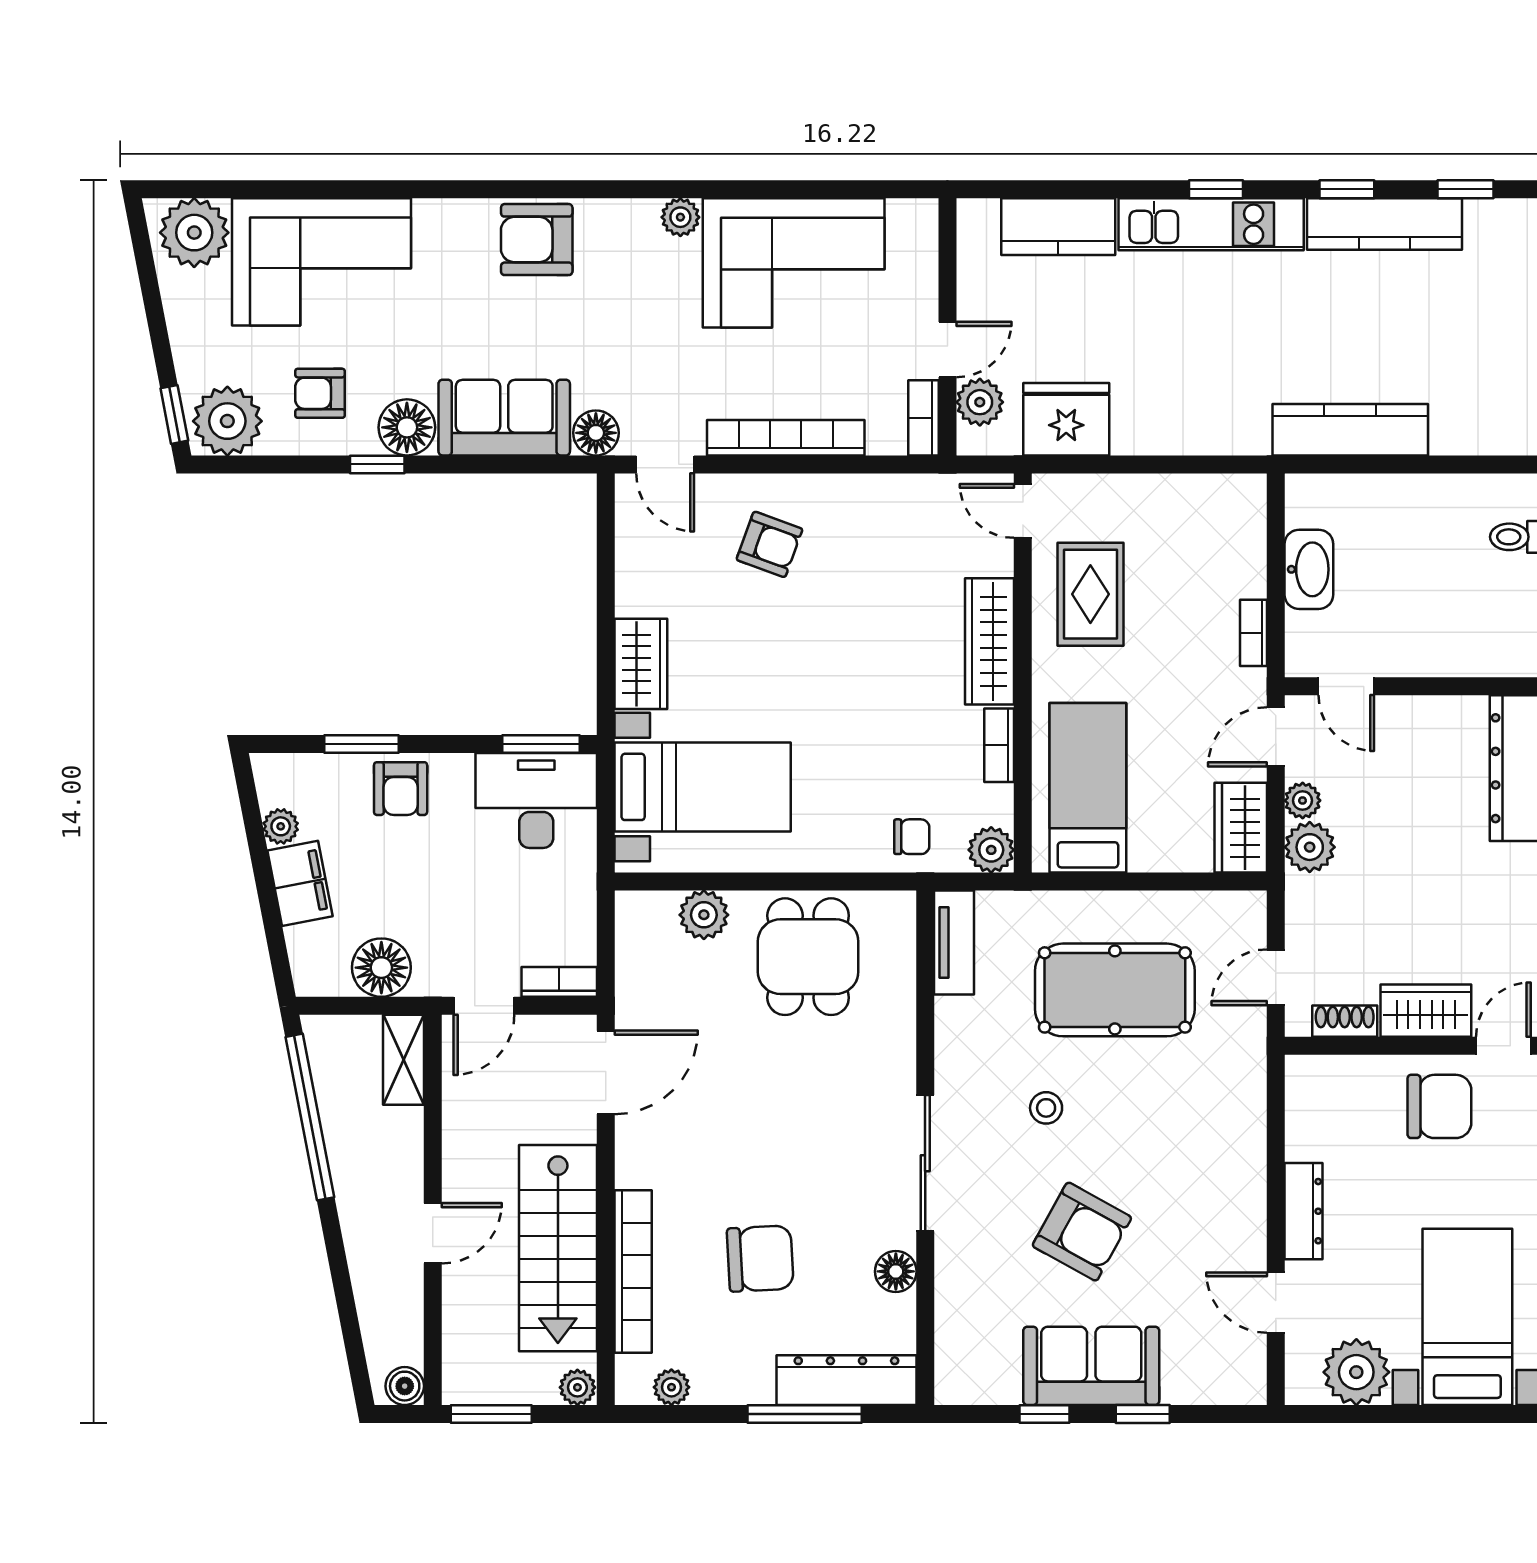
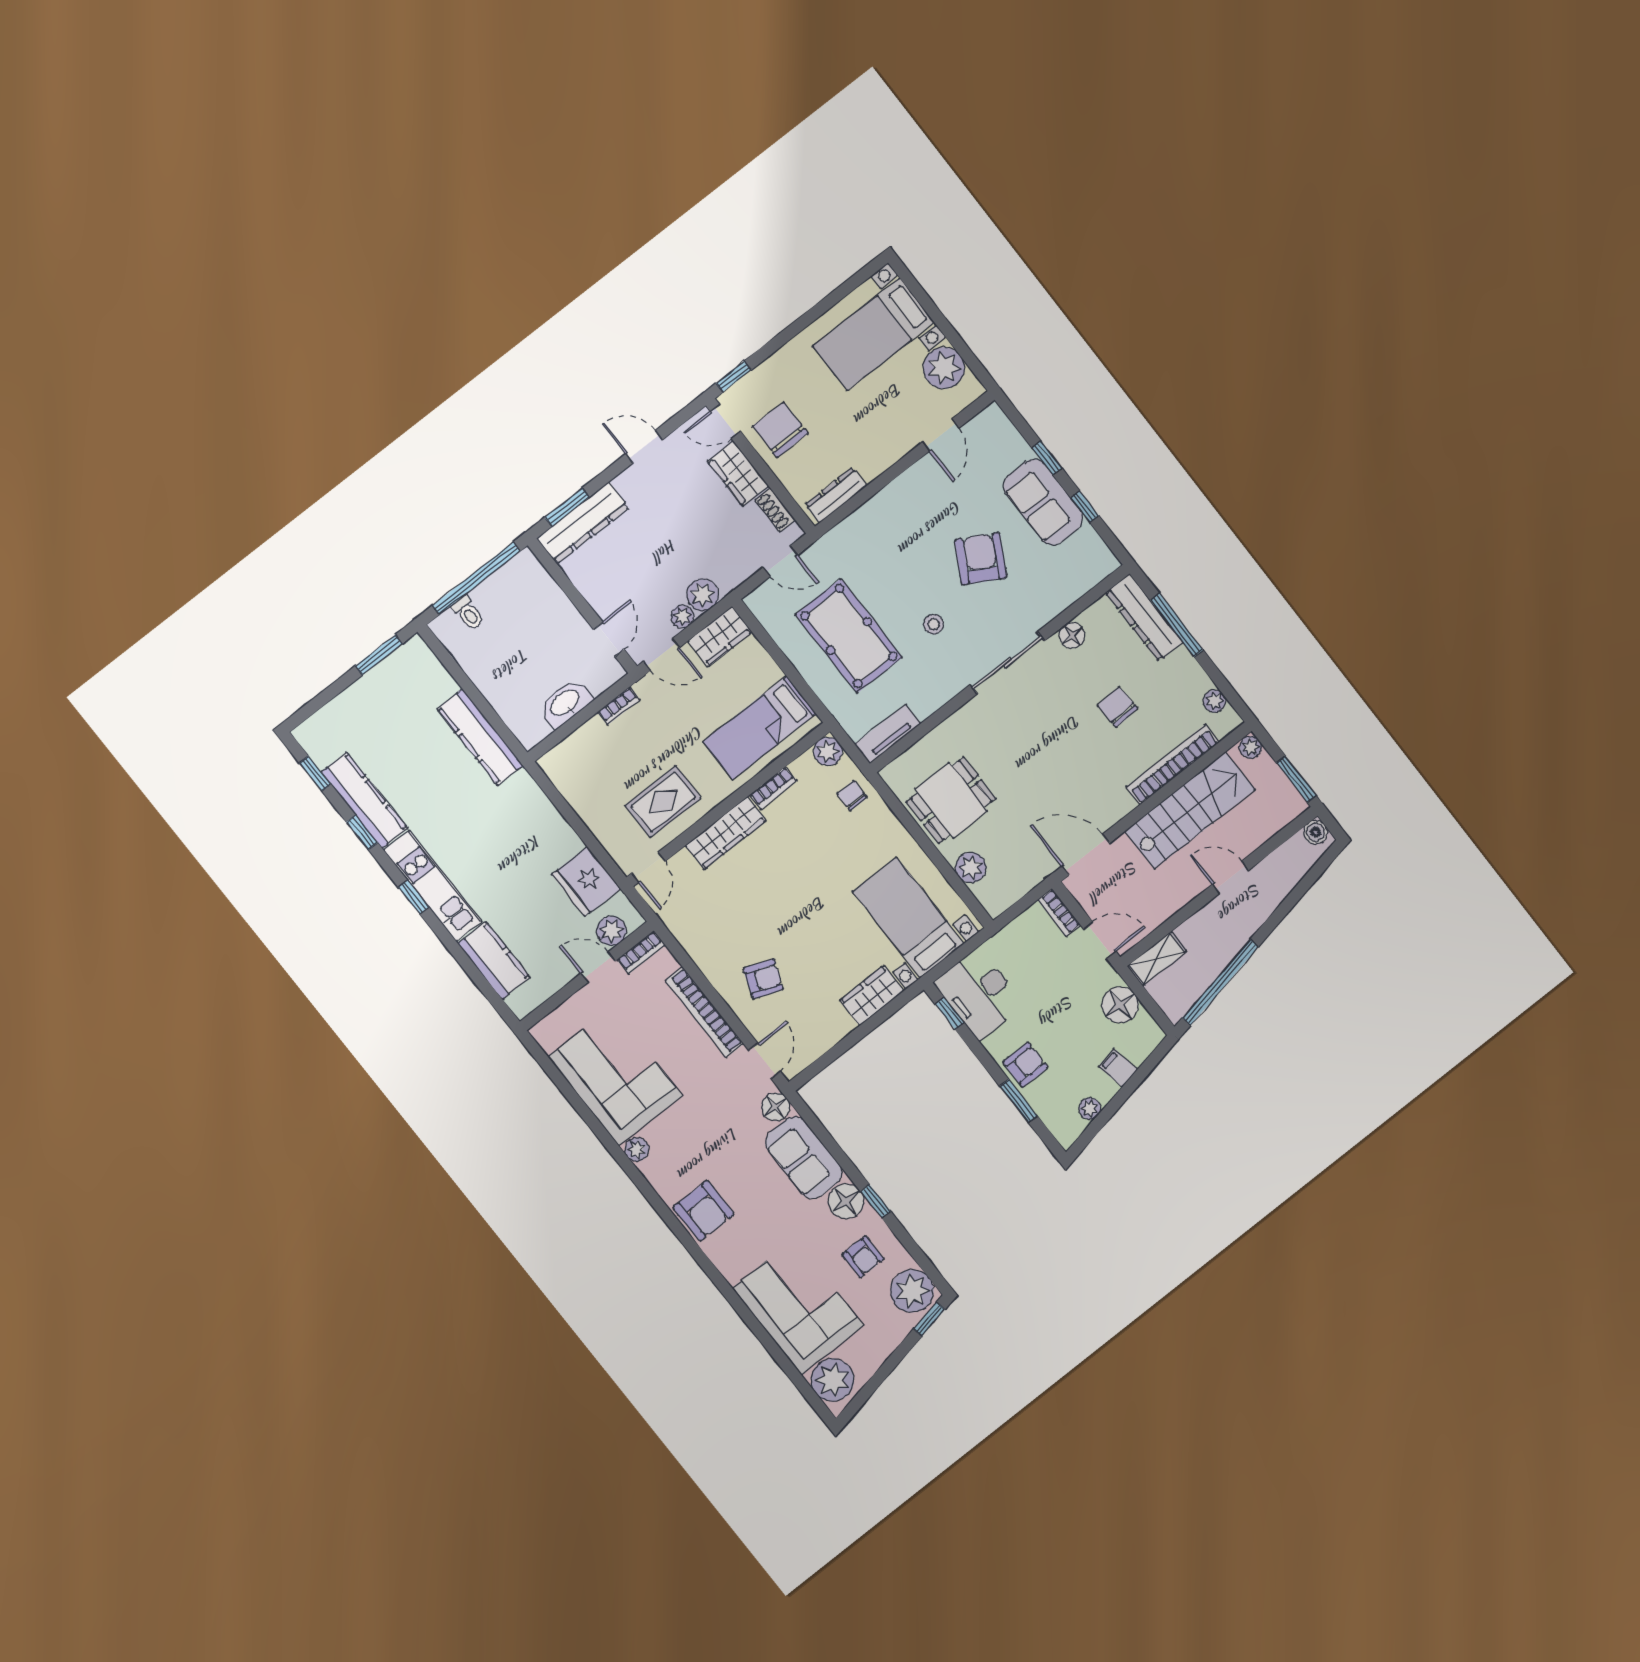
armchair: (769, 544) -> (763, 979), turned 91
window: (541, 744) -> (950, 1013), width x0.67
filing cabinet: (300, 883) -> (1118, 1068), width x0.50
dresser: (1303, 1211) -> (836, 495), moved
chair: (760, 1259) -> (1118, 707), width x0.73, depth x0.73

